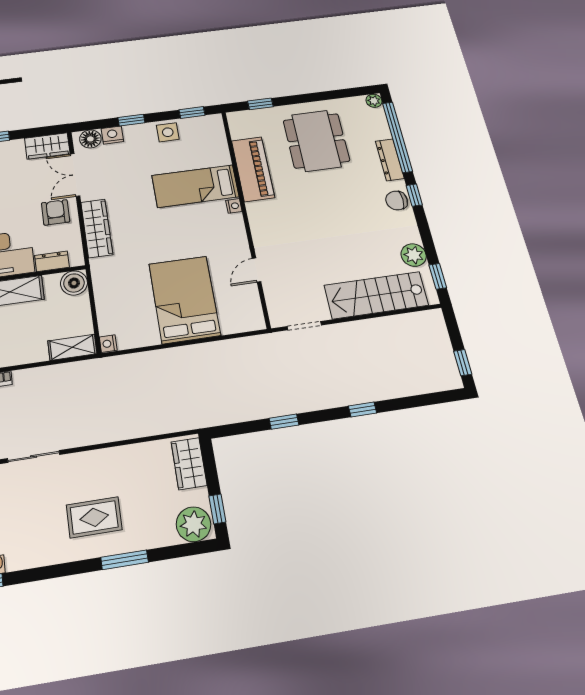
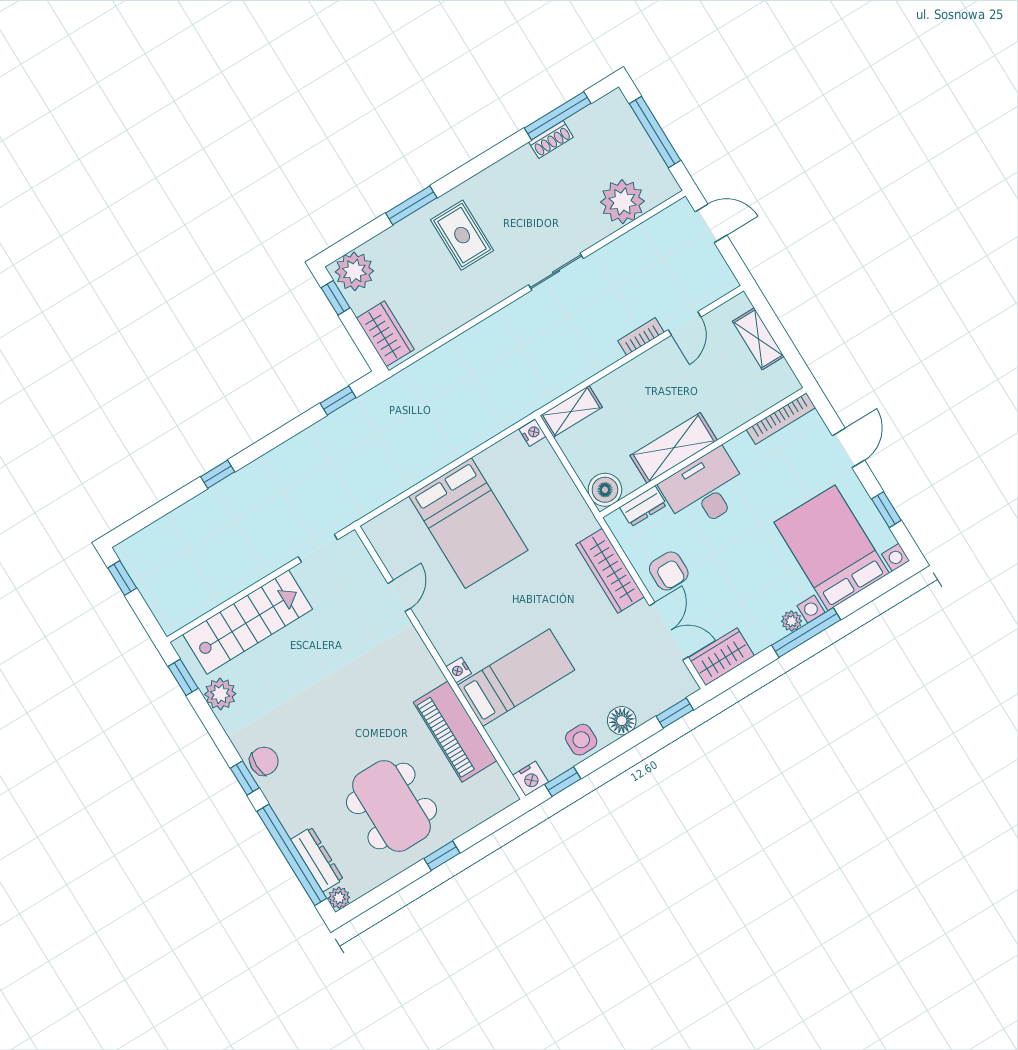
window: (260, 104) -> (442, 856), moved
window: (131, 120) -> (675, 713), moved
nightstand: (112, 135) -> (530, 779), moved
floor lamp: (90, 139) -> (622, 721), moved
dresser: (390, 160) -> (317, 859), moved
window: (284, 422) -> (338, 400), moved
rug: (94, 517) -> (462, 235), turned 90

